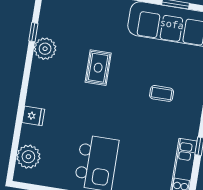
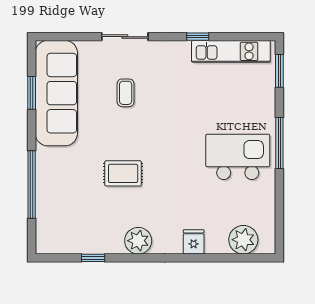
plant: (45, 49) -> (138, 241), moved
coffee table: (162, 93) -> (126, 93), moved

